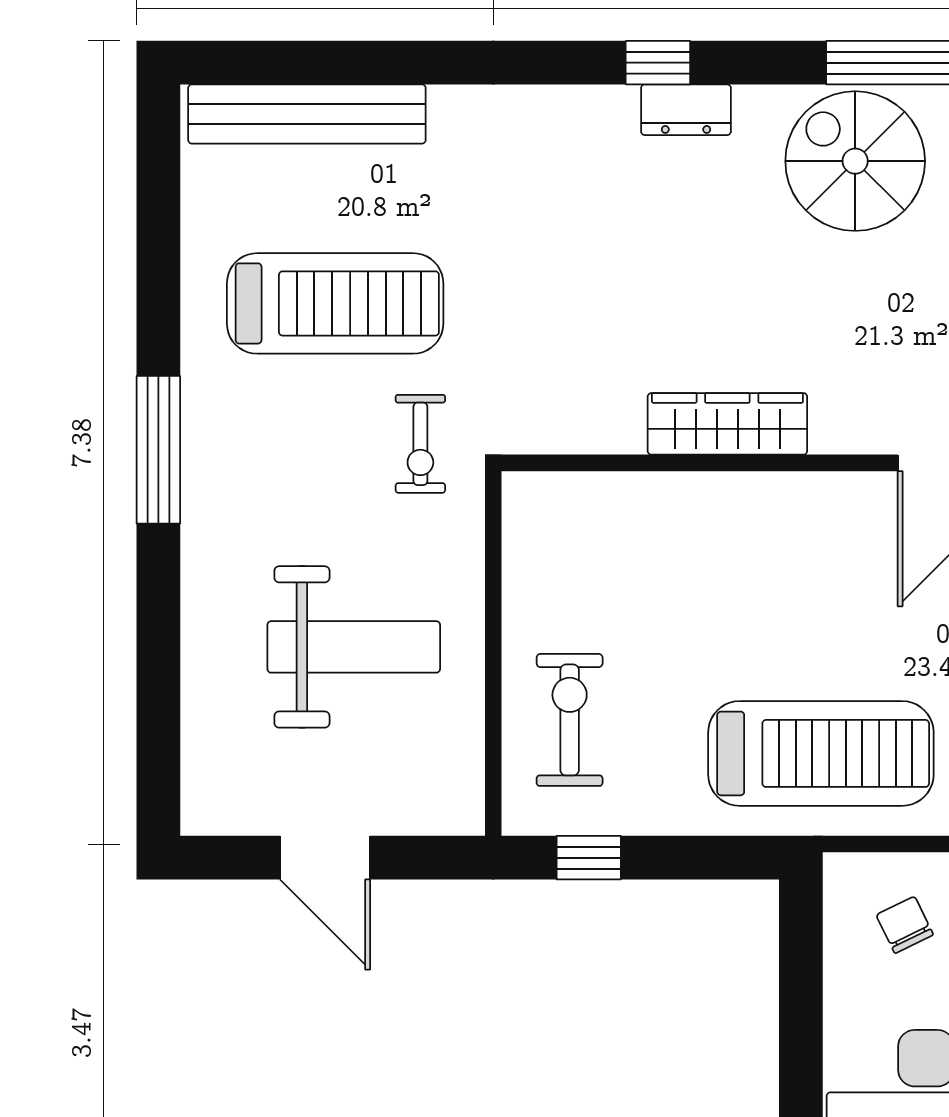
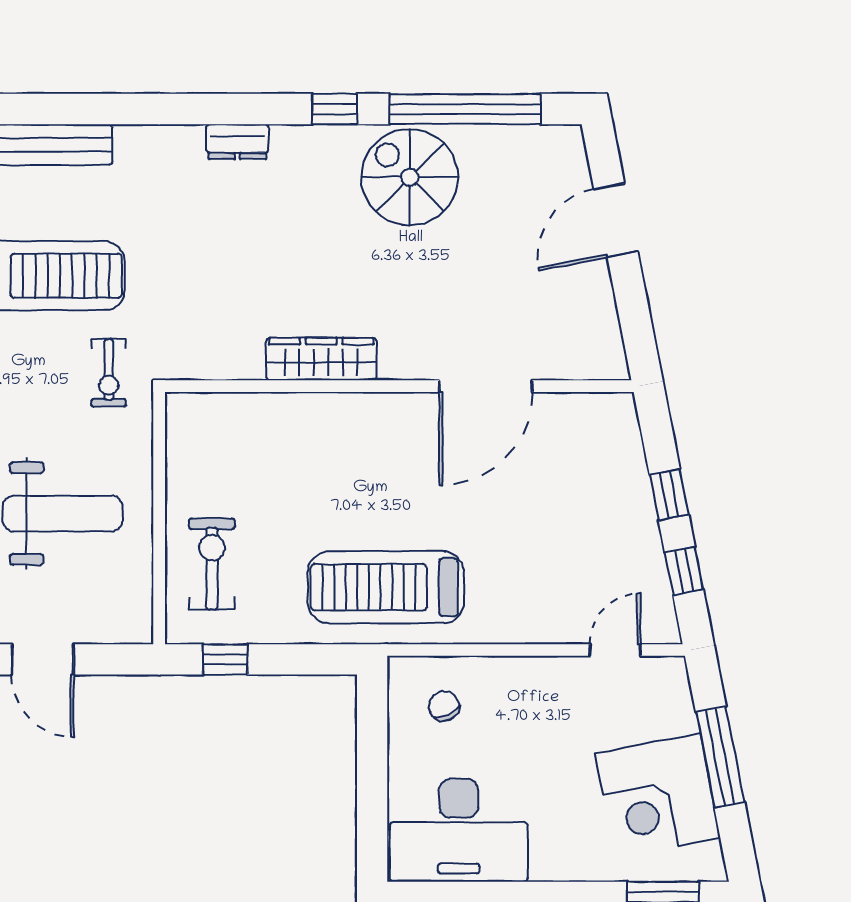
window: (658, 63) -> (335, 109), moved
dresser: (686, 110) -> (237, 142), moved
treadmill: (821, 753) -> (386, 587), turned 180

